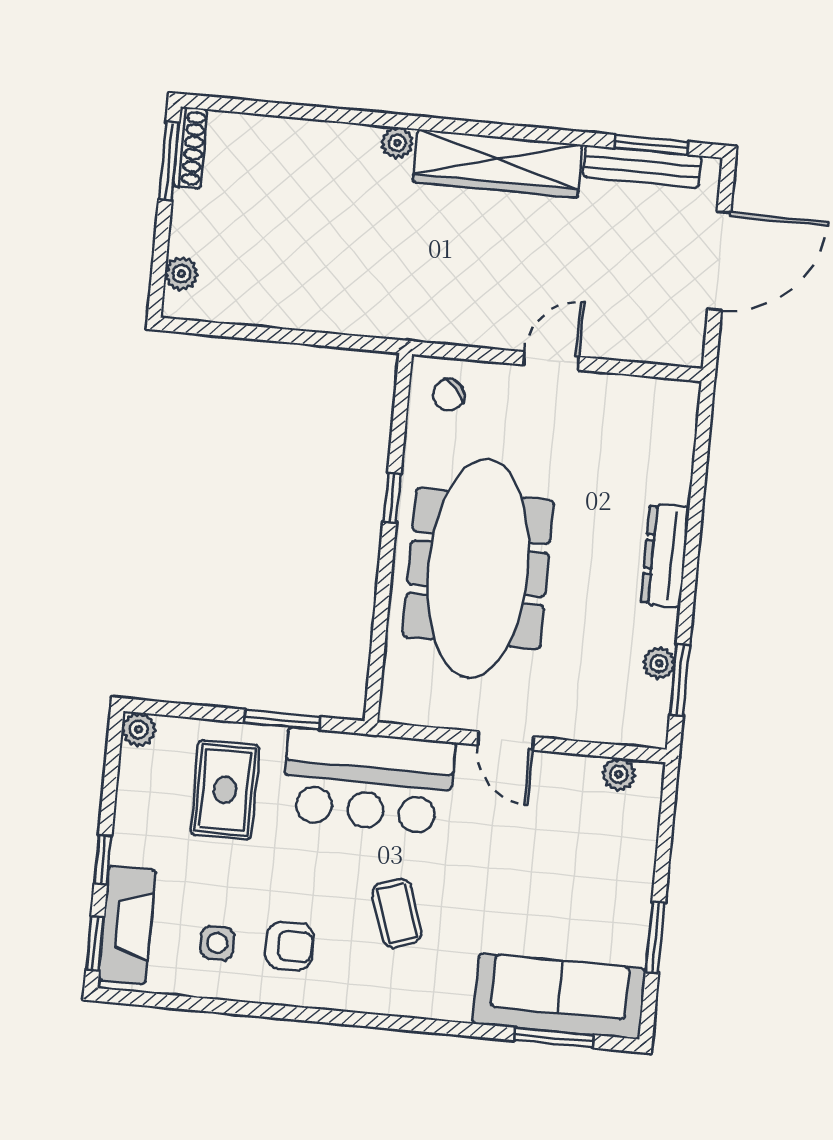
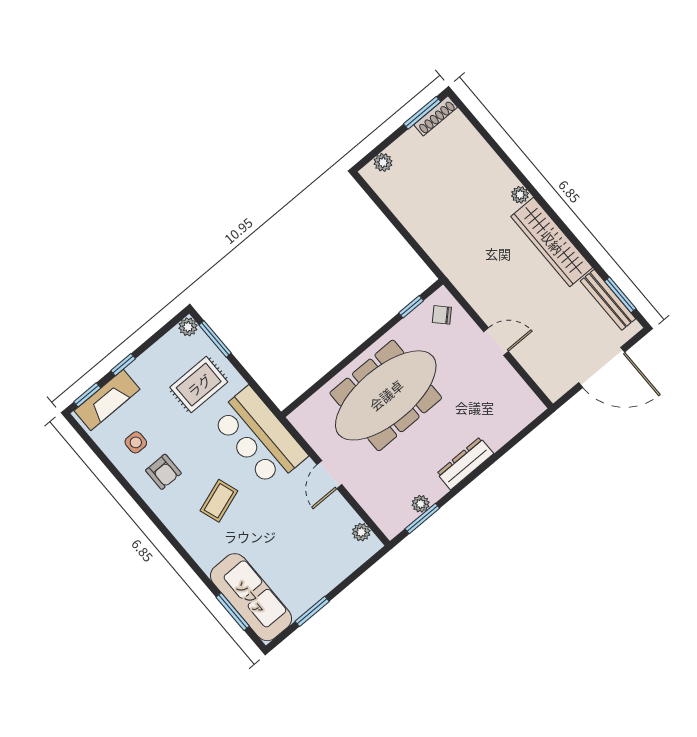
window: (392, 498) -> (411, 307), moved
window: (282, 720) -> (215, 339), moved

